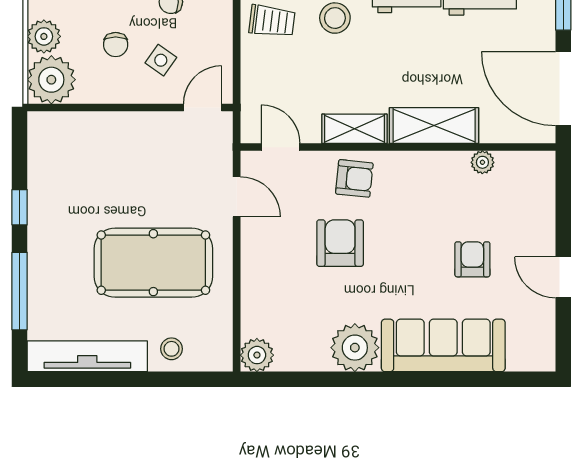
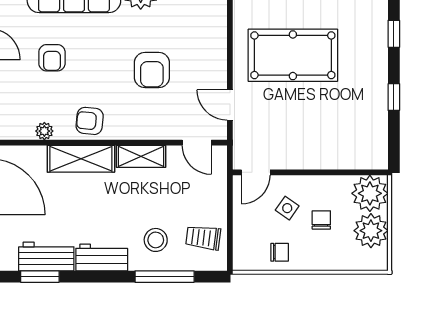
plant: (44, 36) -> (371, 231), width x1.36, depth x1.36
armchair: (354, 178) -> (90, 121), moved
window: (20, 291) -> (394, 34), width x0.46

